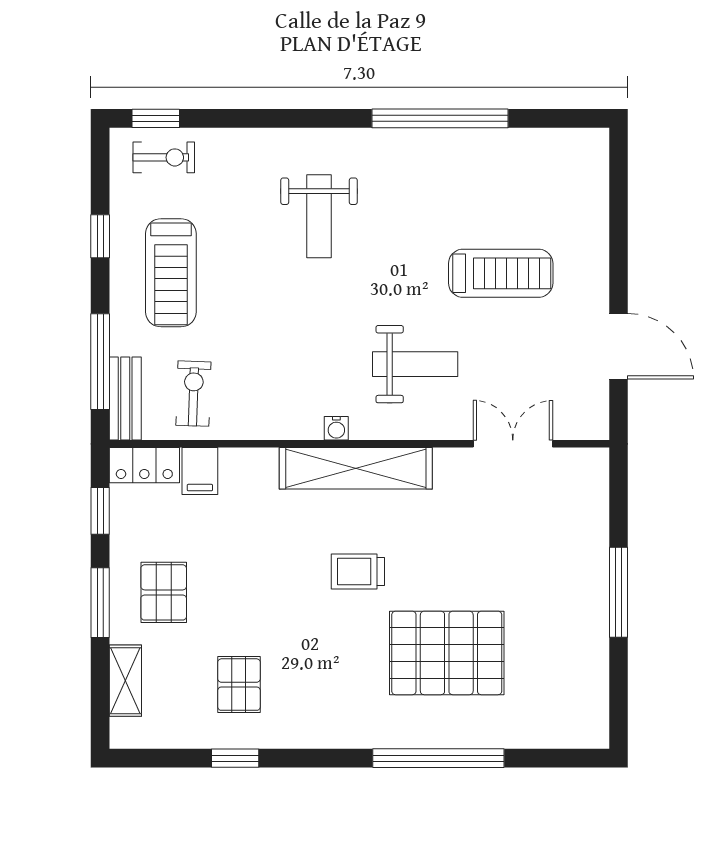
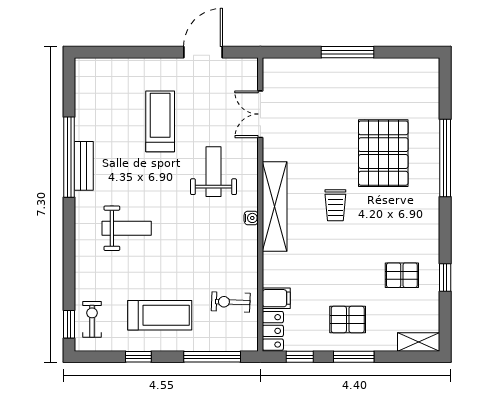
bench: (125, 398) -> (84, 166), moved, turned 90
shelving: (125, 681) -> (419, 342), moved

